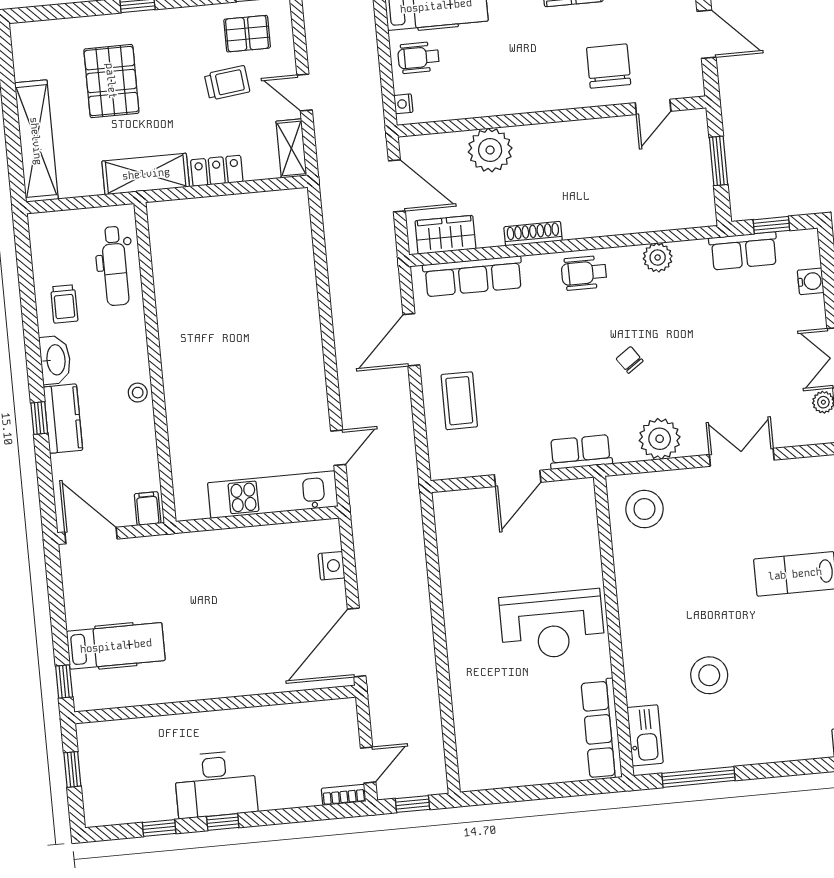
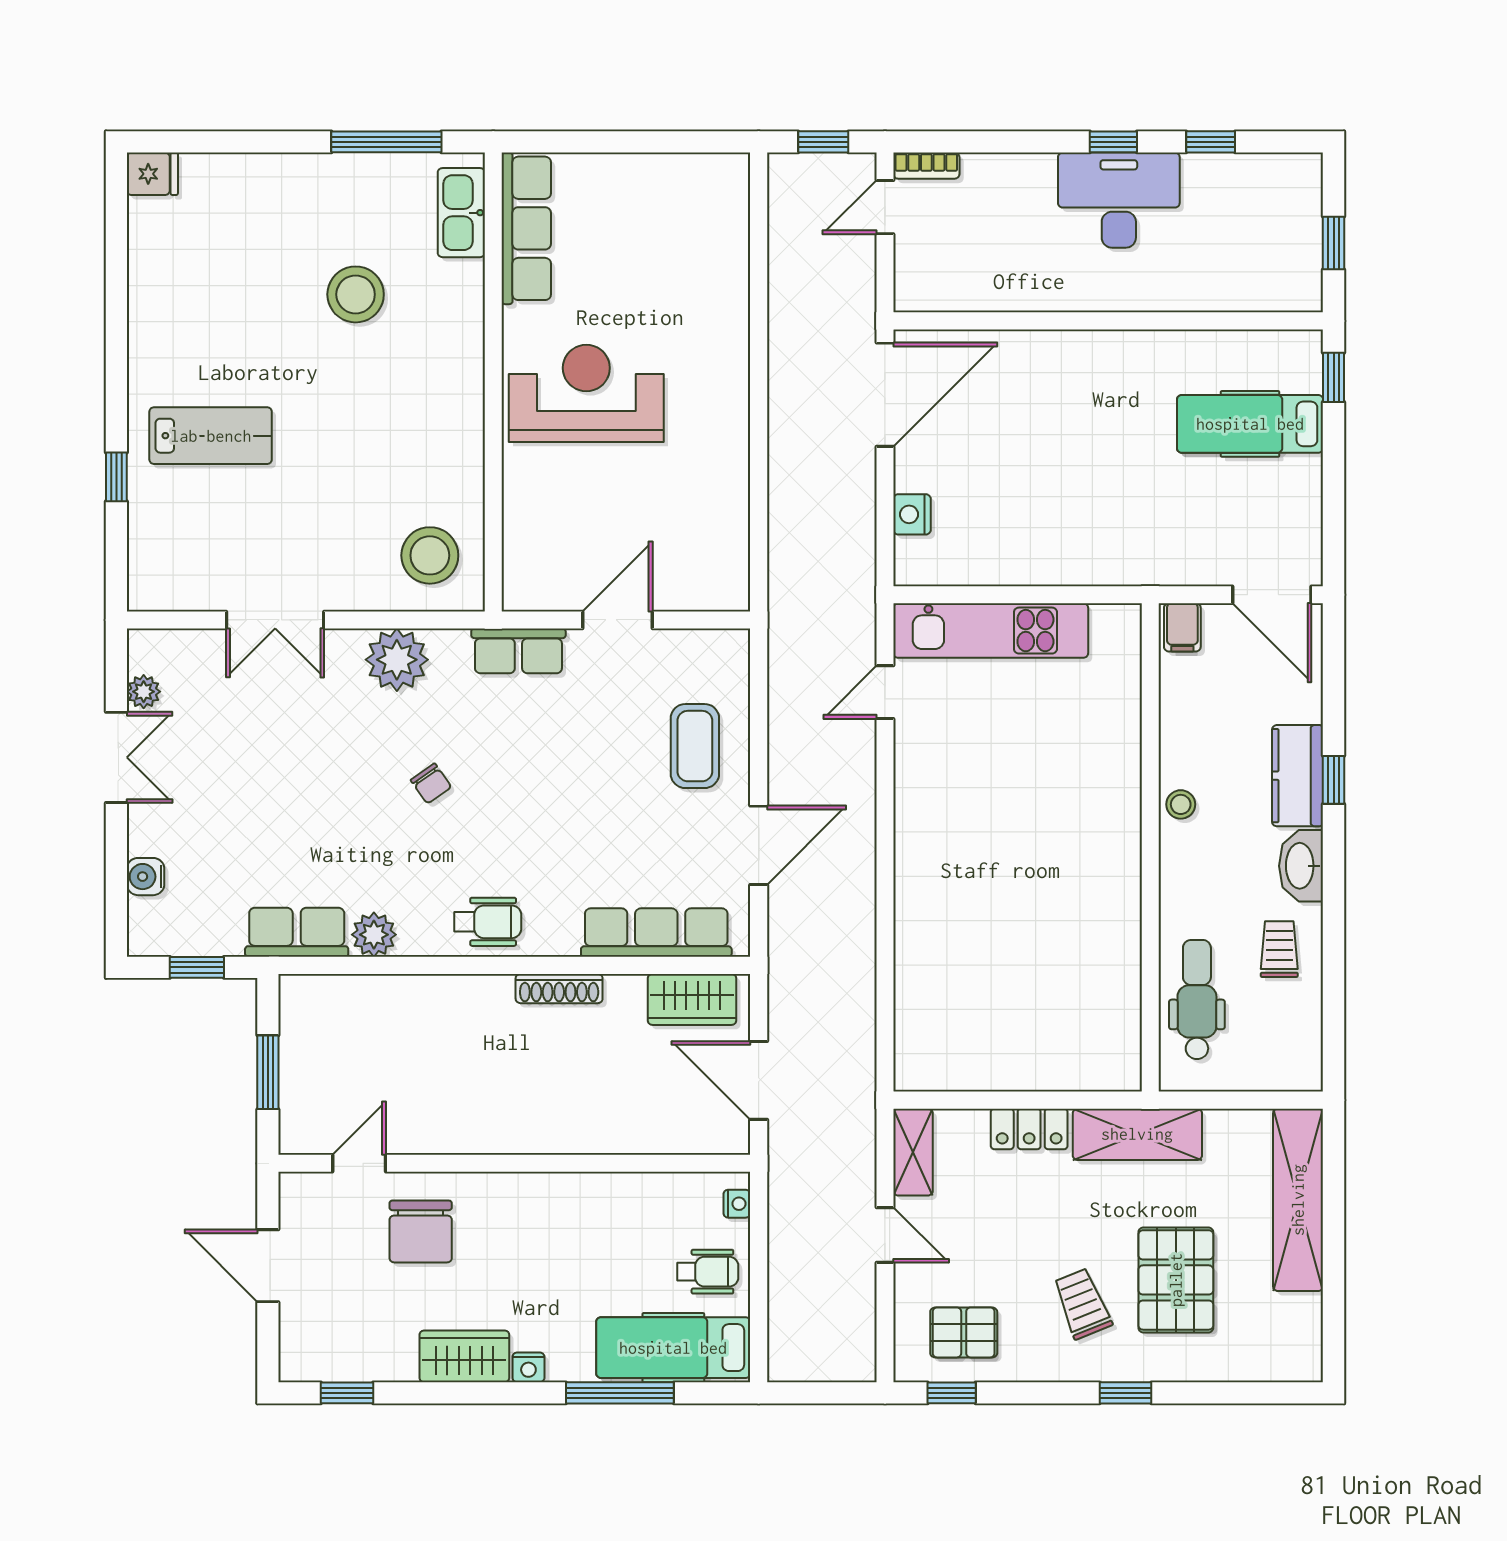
trolley: (227, 83) -> (1082, 1304), moved, turned 75
plant: (490, 150) -> (612, 1121), removed
row of seats: (744, 251) -> (297, 932), moved

